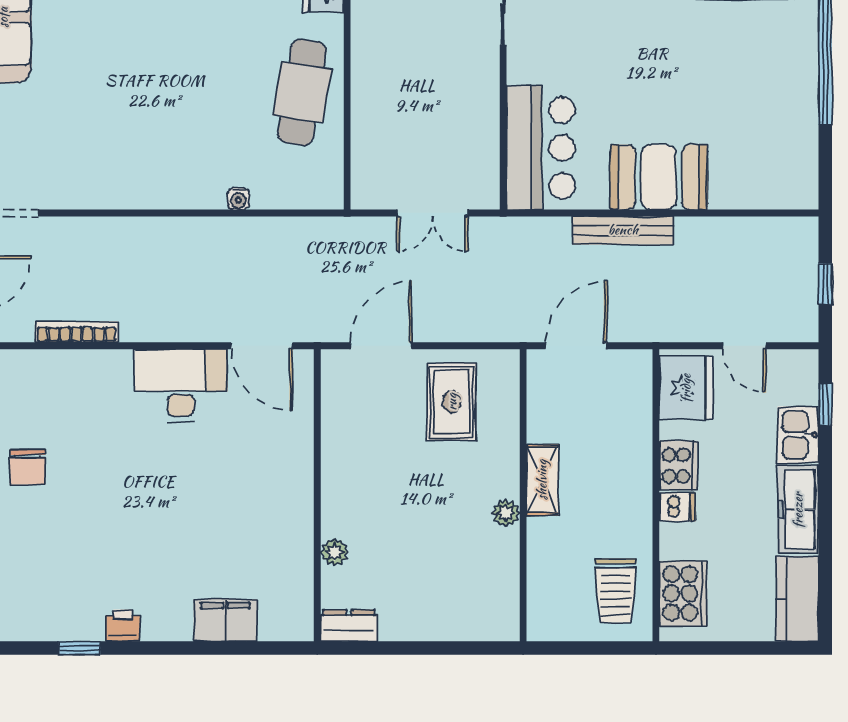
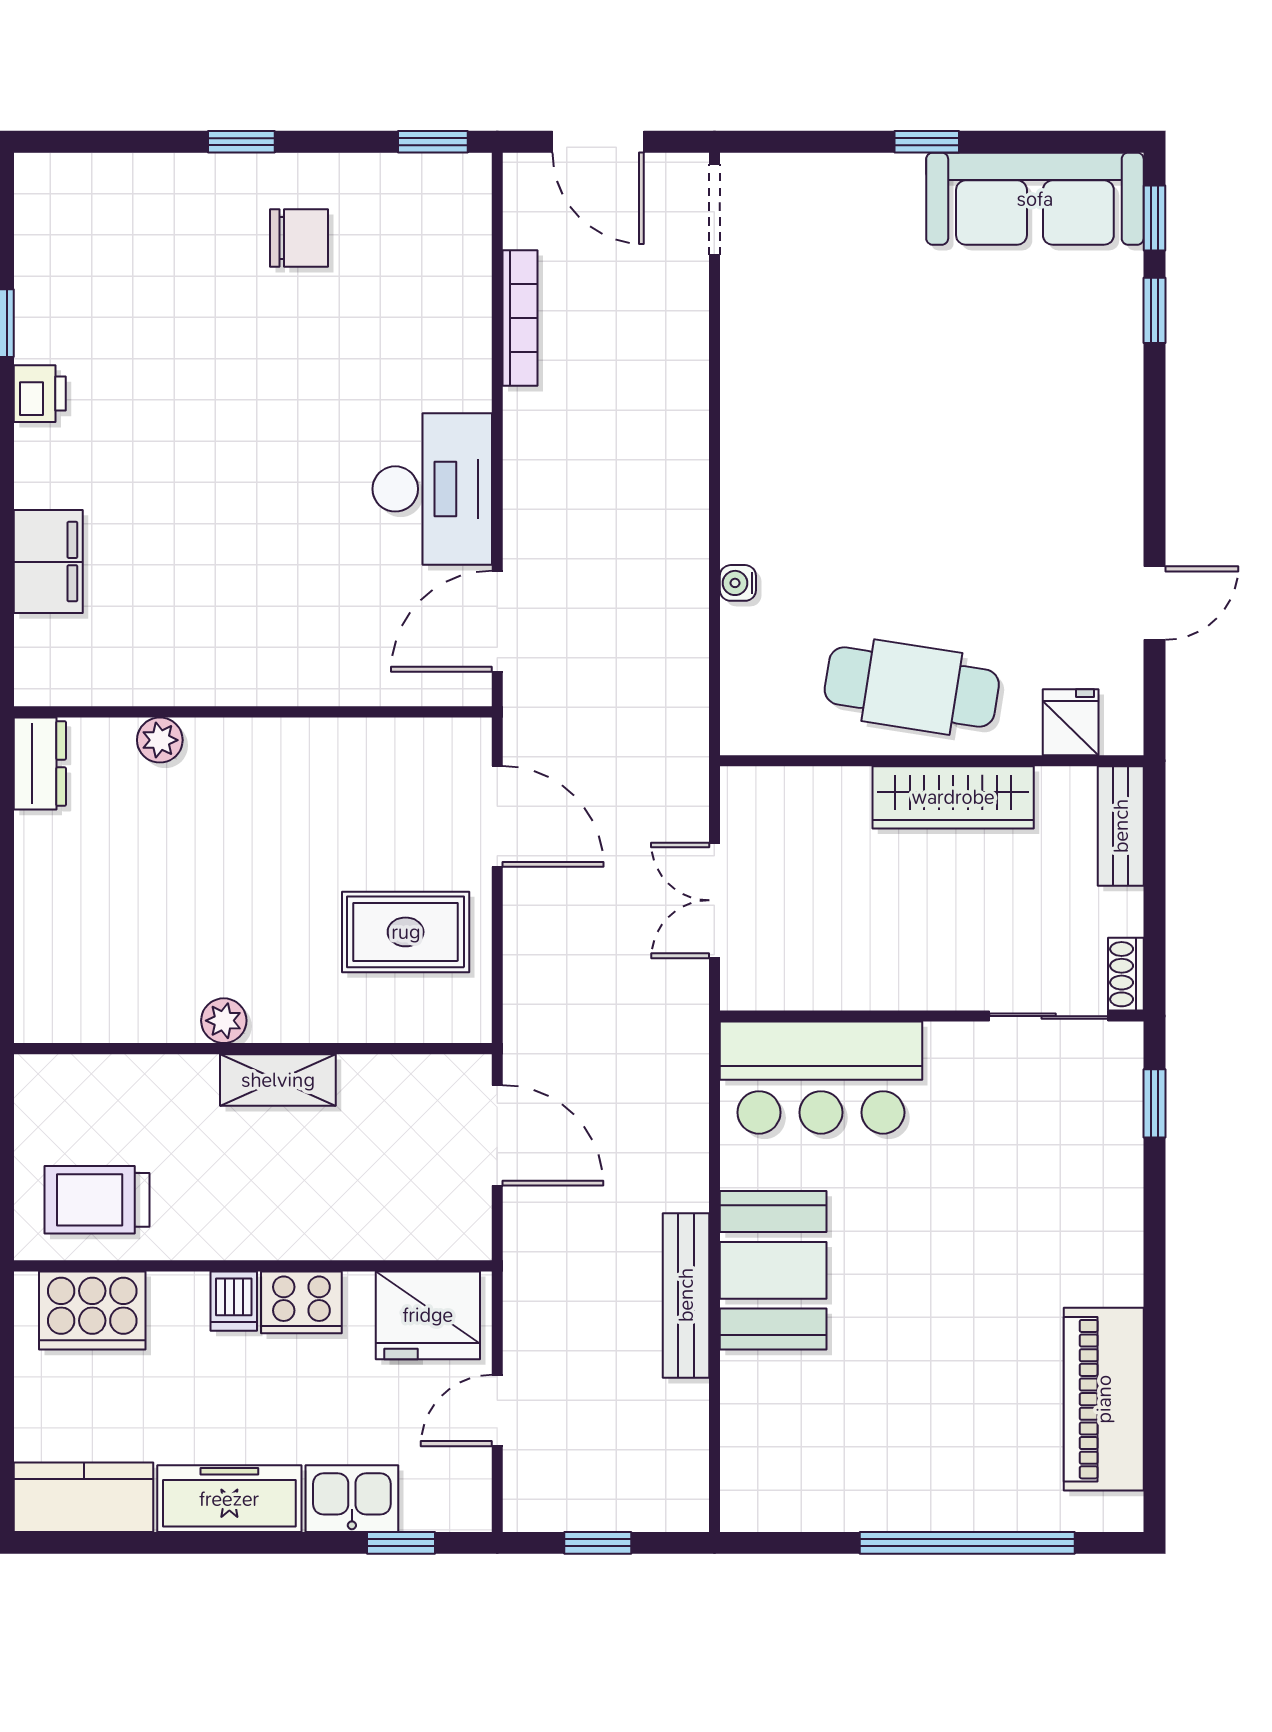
wardrobe: (369, 67) -> (953, 797), added
bench: (623, 230) -> (686, 1295), moved
chair: (27, 467) -> (299, 238), turned 180

